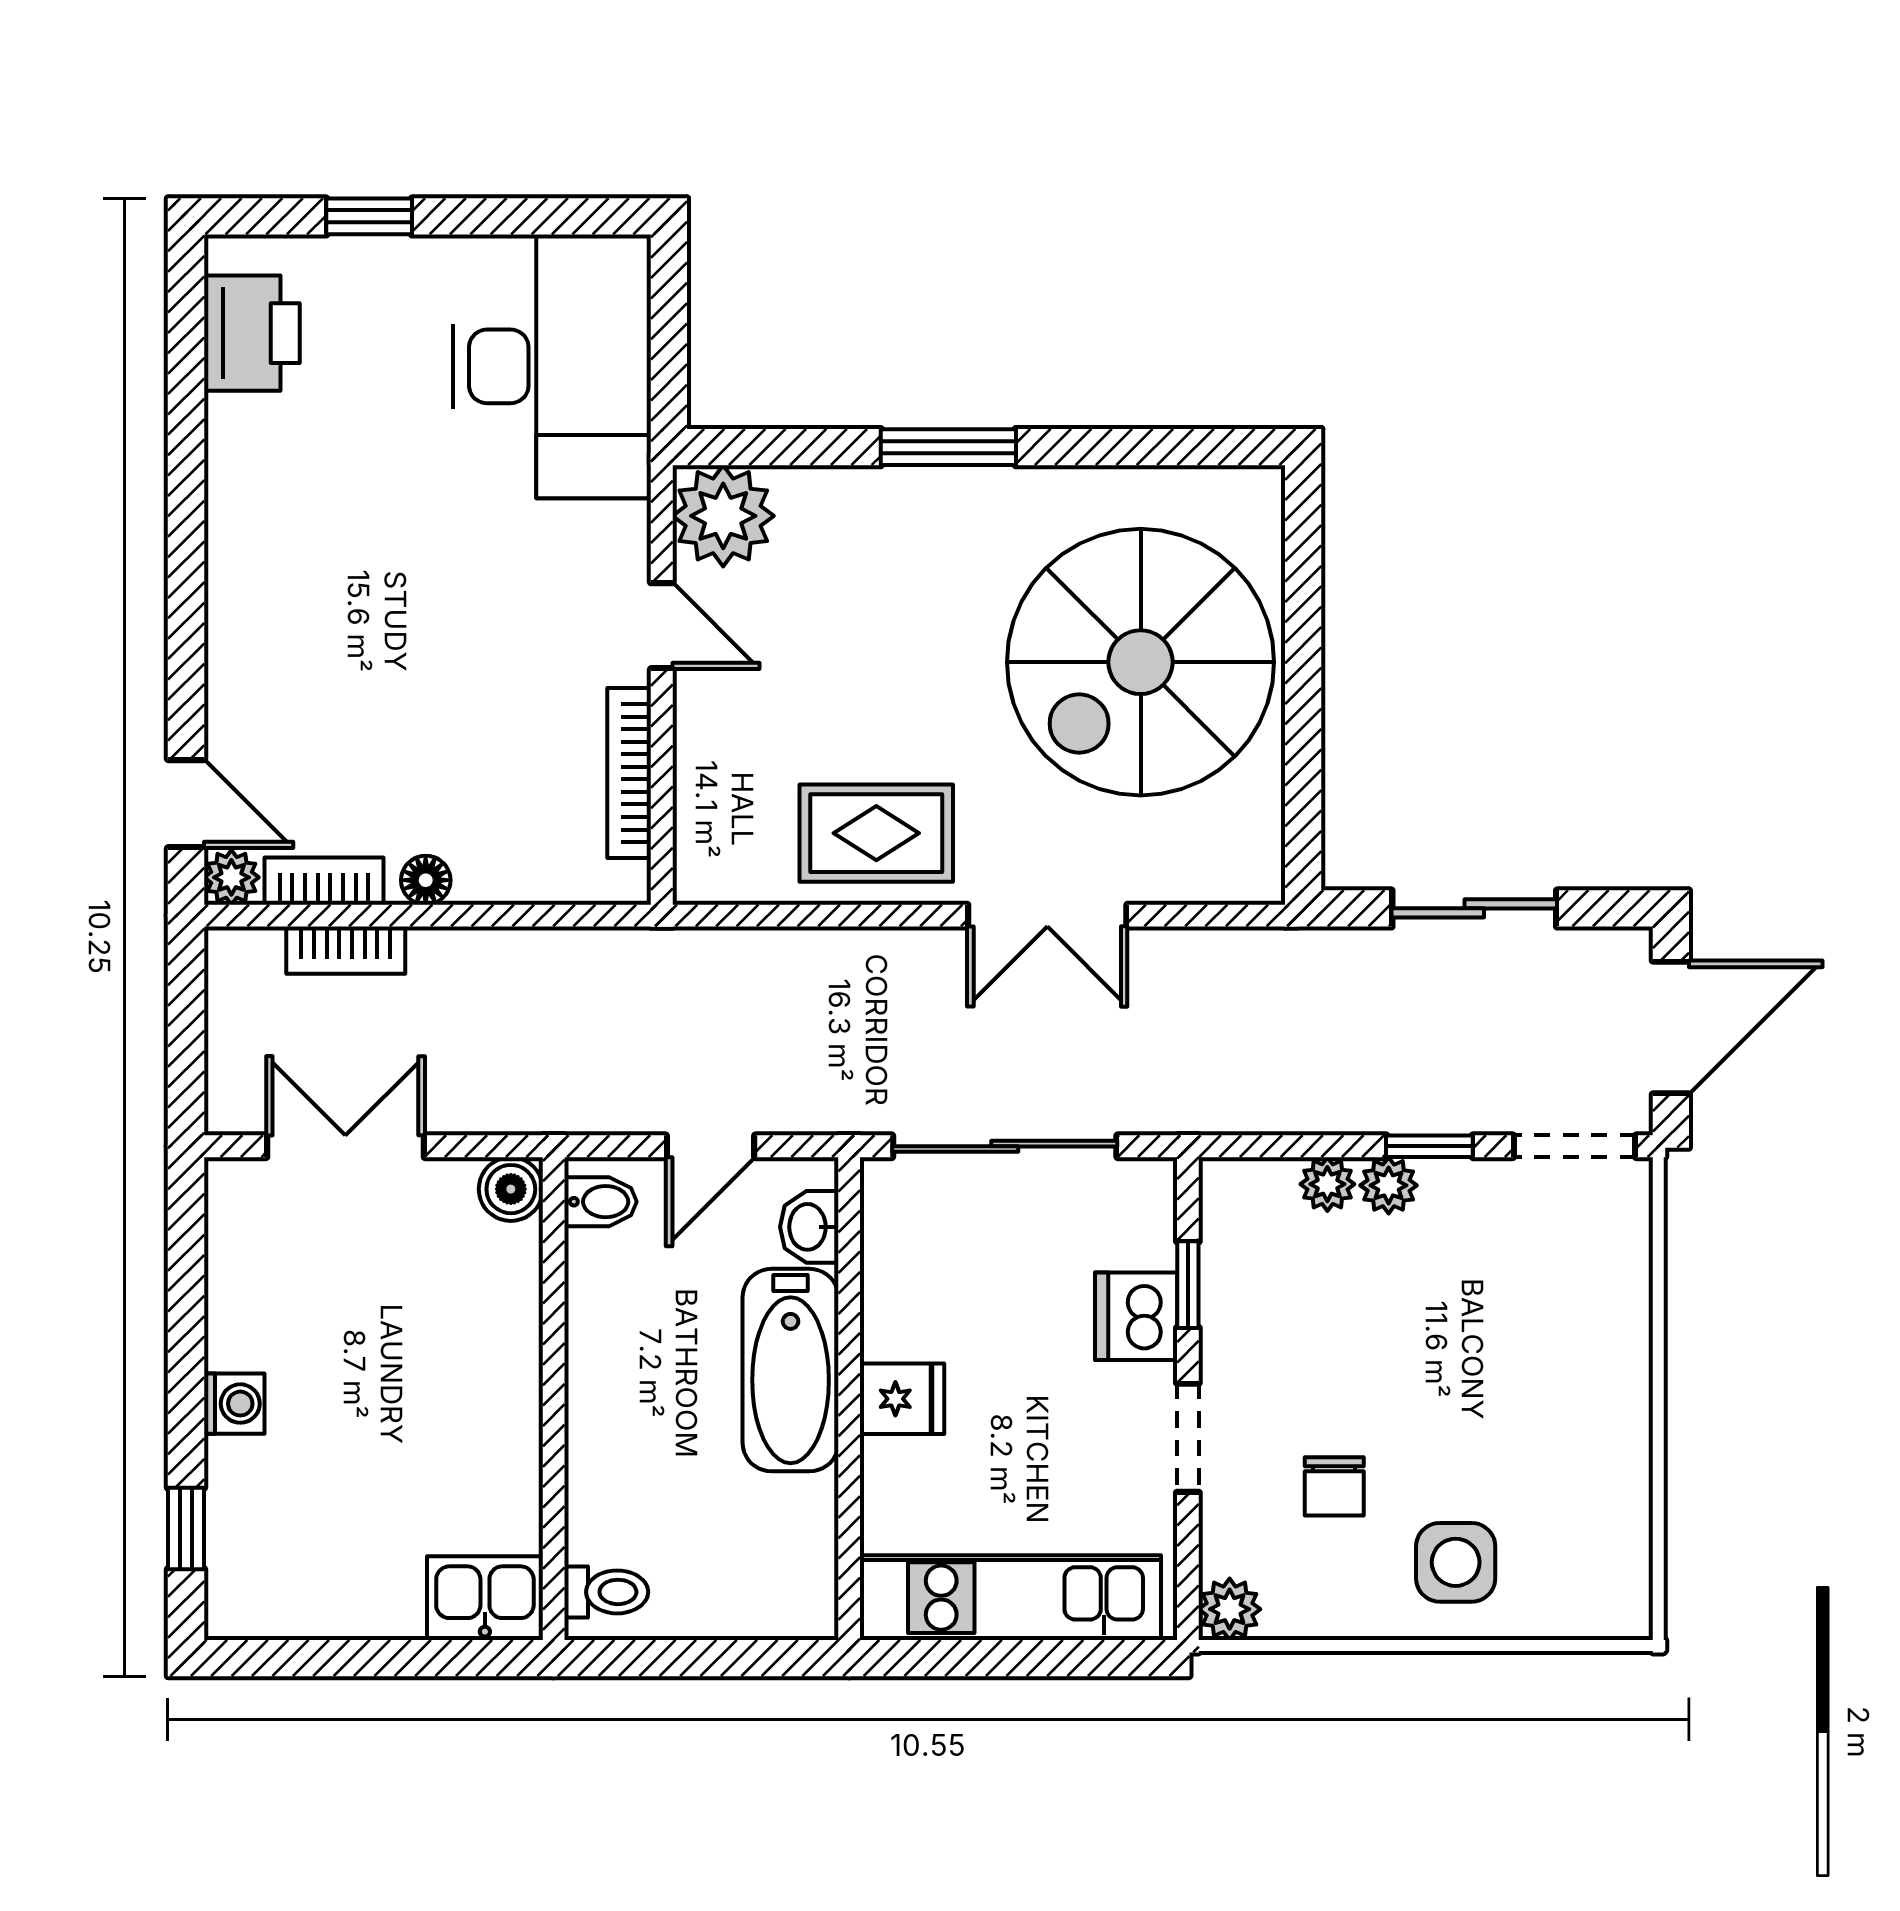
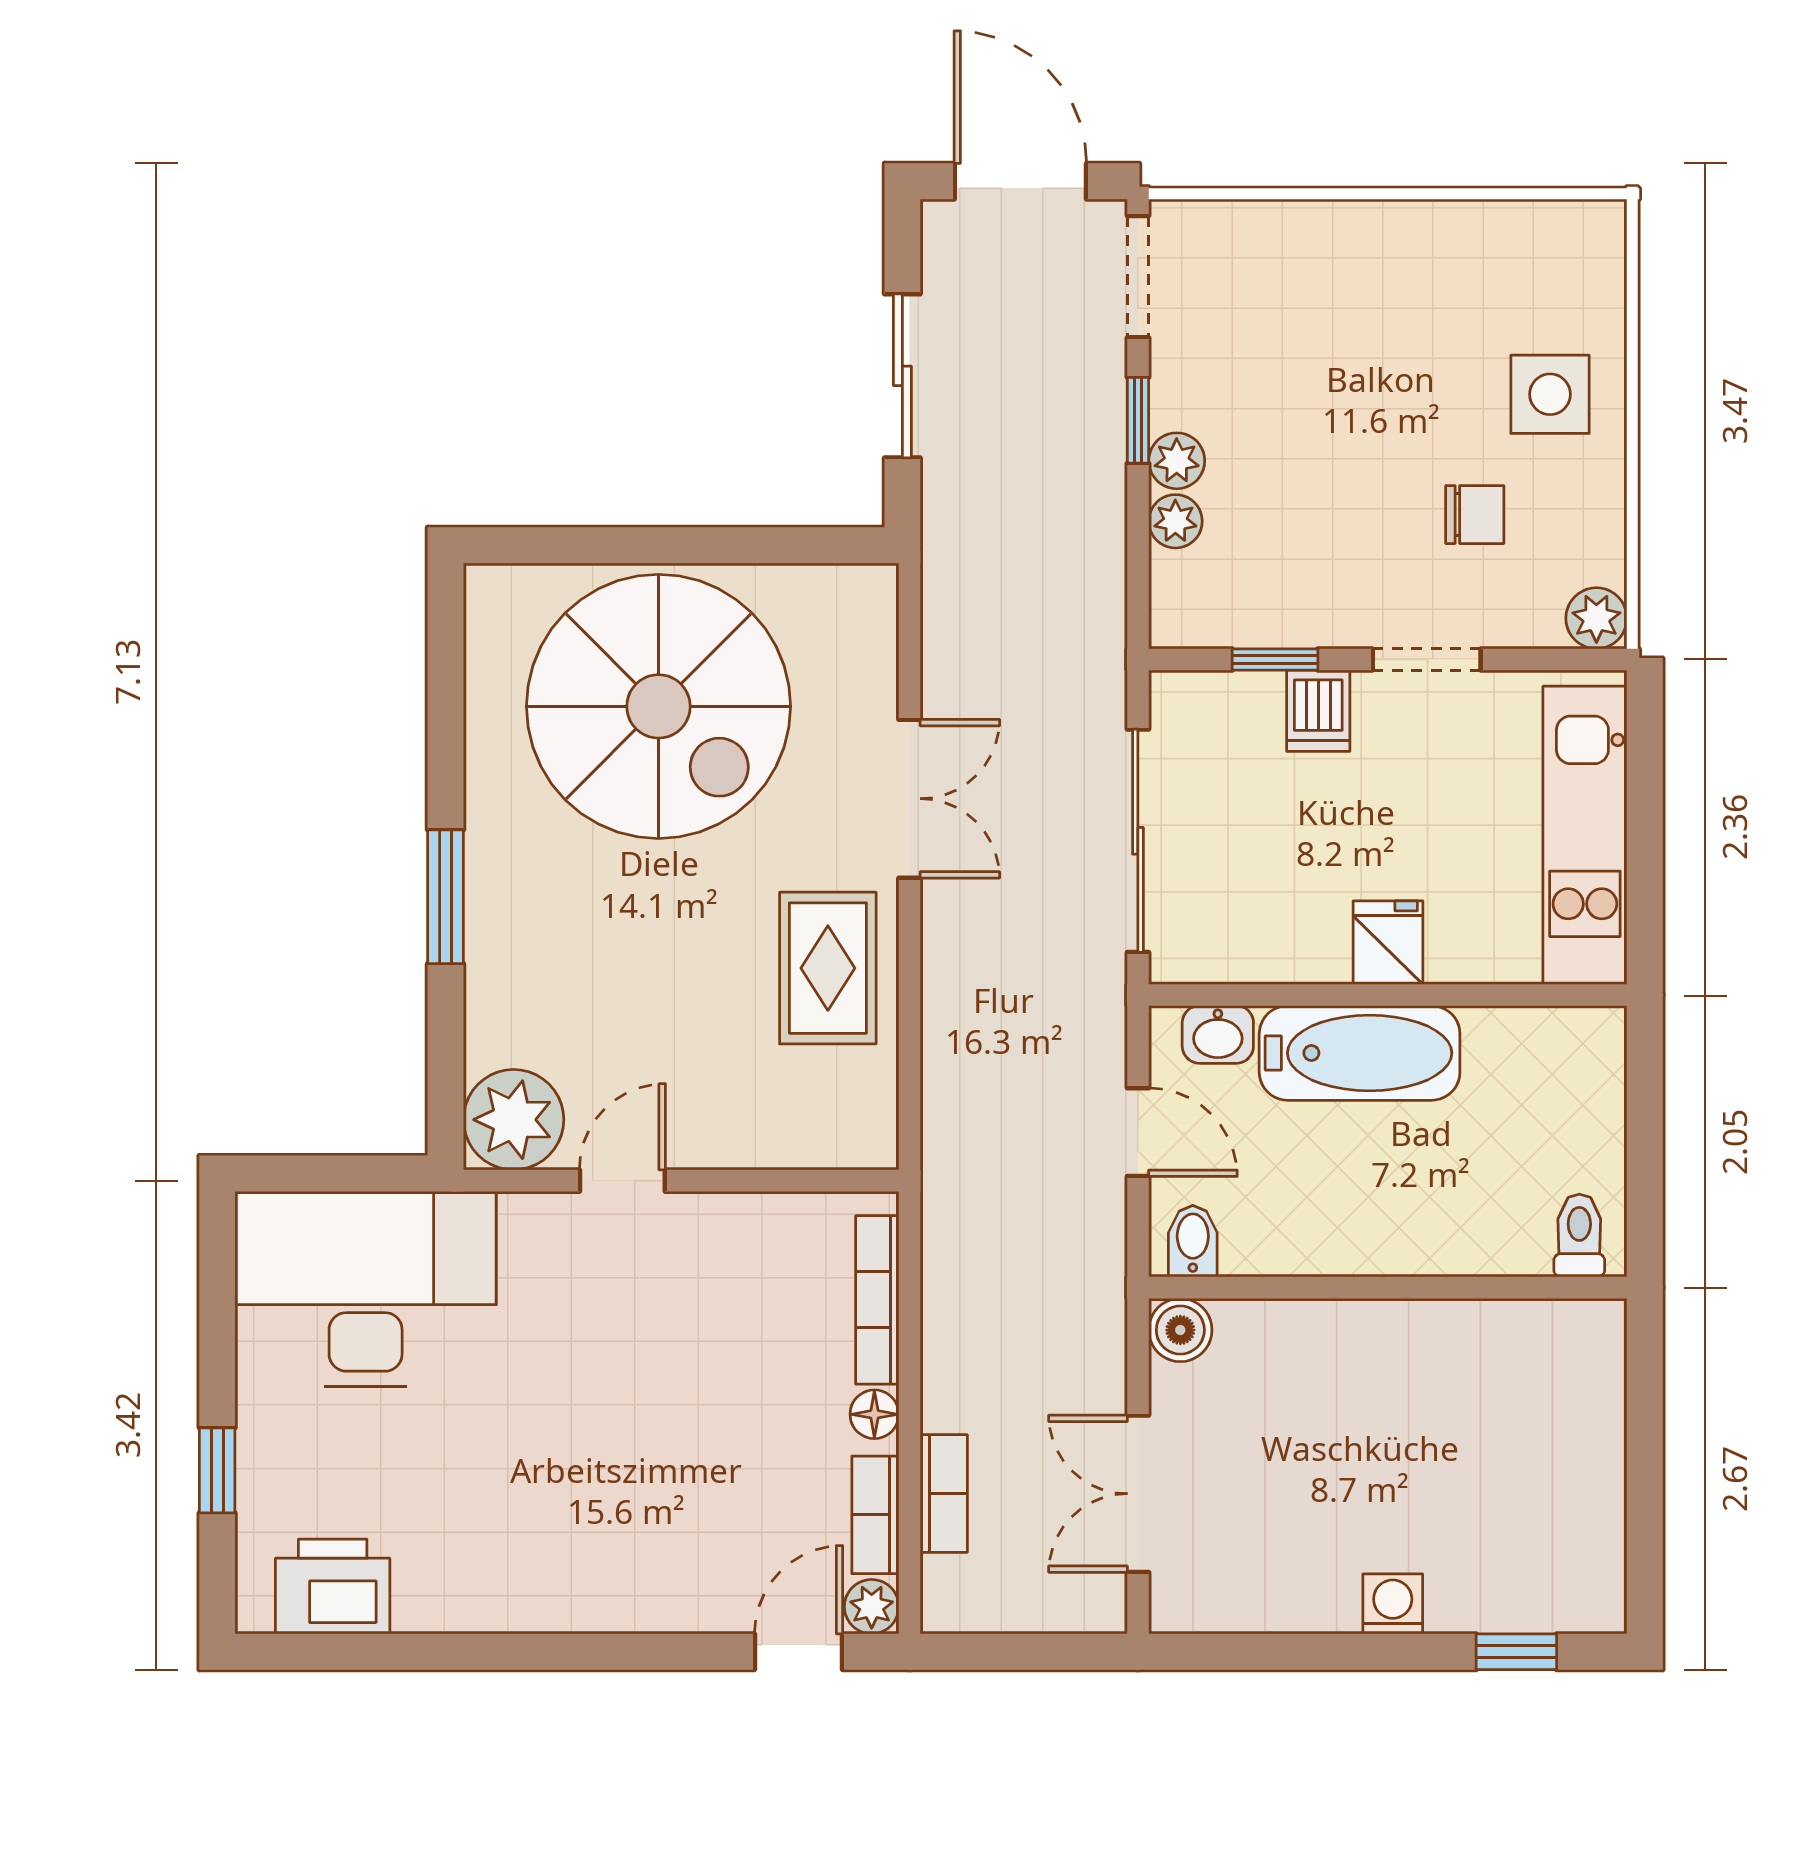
bookcase: (629, 773) -> (877, 1300), moved, turned 90
dishwasher: (1136, 1316) -> (1318, 711), width x0.73
kitchen sink: (485, 1598) -> (1585, 1356), removed

